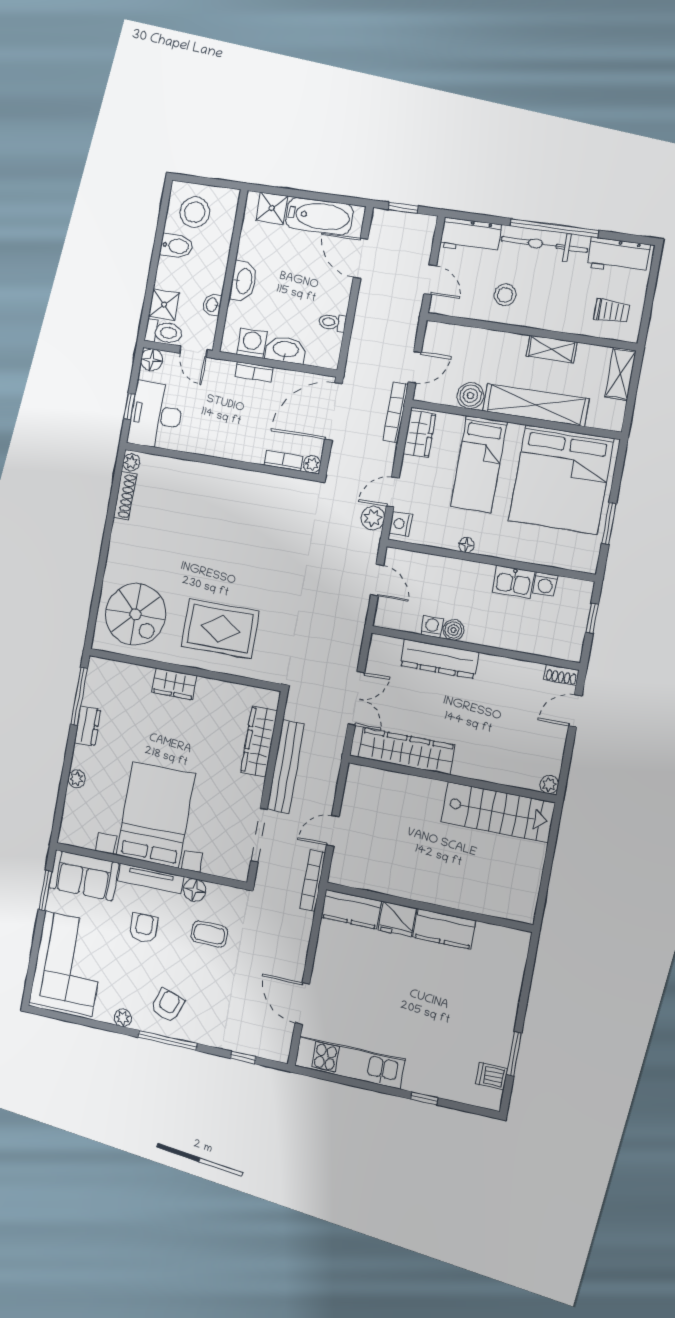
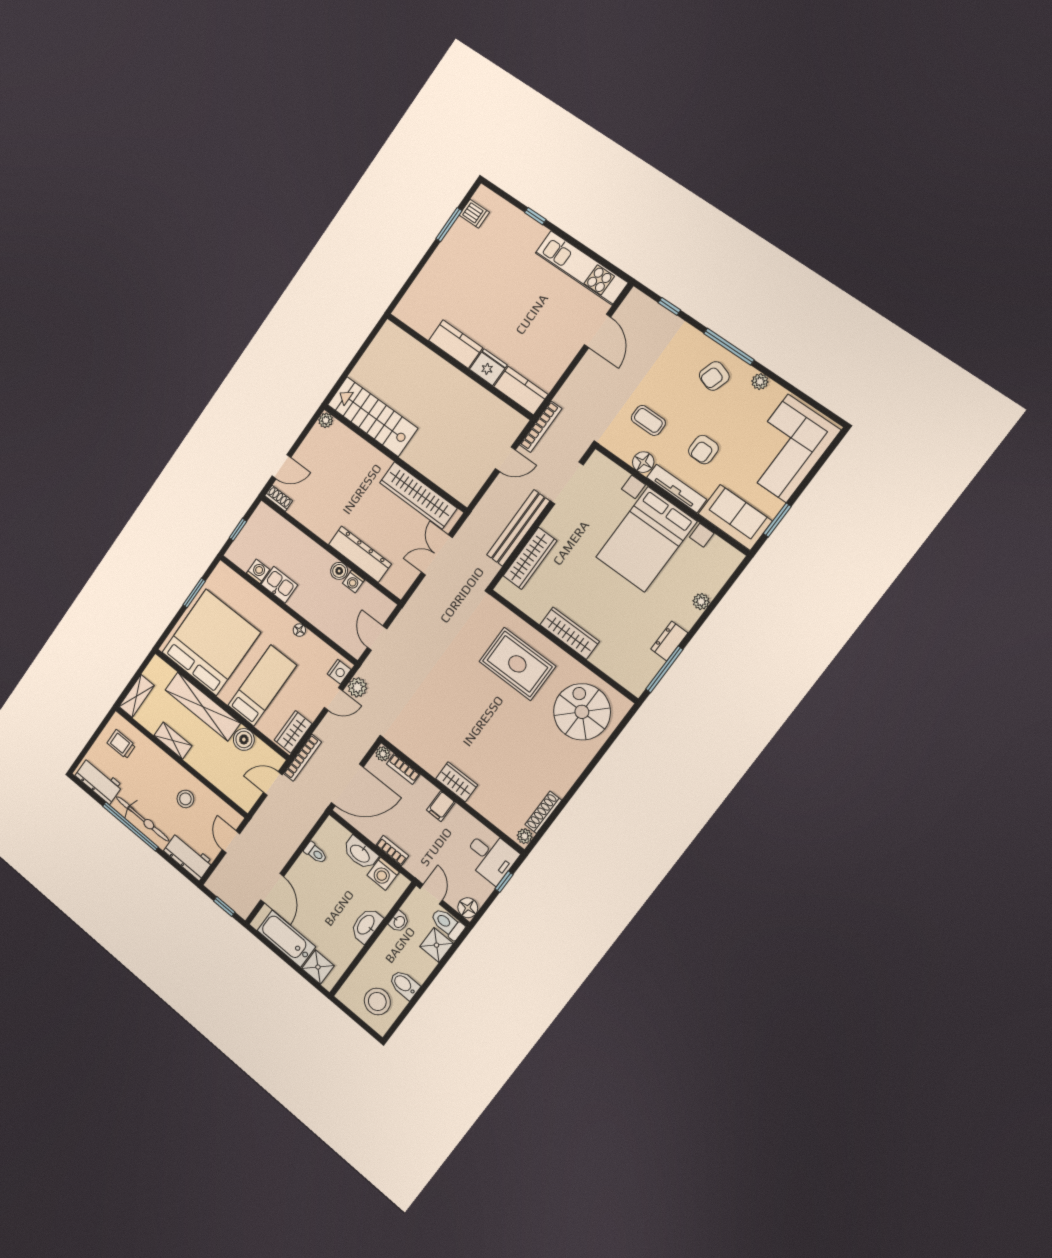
desk: (156, 415) -> (491, 856), width x0.73
filing cabinet: (227, 445) -> (441, 806), added
wardrobe: (223, 478) -> (457, 782), added
wardrobe: (174, 684) -> (570, 633), width x1.50

